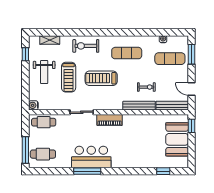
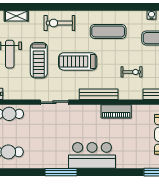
bench: (139, 106) -> (99, 94), moved
piano: (110, 120) -> (116, 111), moved
bar counter: (91, 157) -> (92, 155), moved

